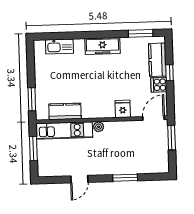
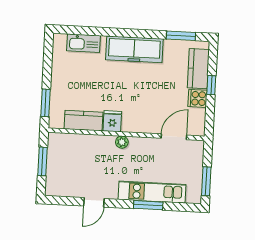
freezer: (102, 46) -> (134, 49), width x1.36, depth x1.26
fridge: (123, 109) -> (112, 121), moved
door: (153, 118) -> (174, 137), moved
kitchen unit: (64, 130) -> (152, 192), moved, turned 180
window: (172, 138) -> (206, 181), moved

